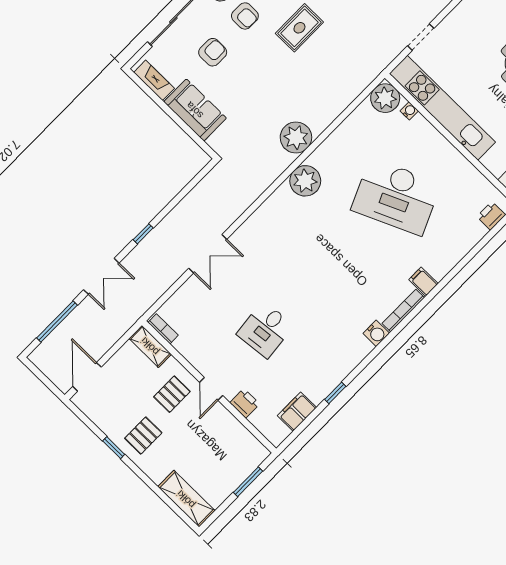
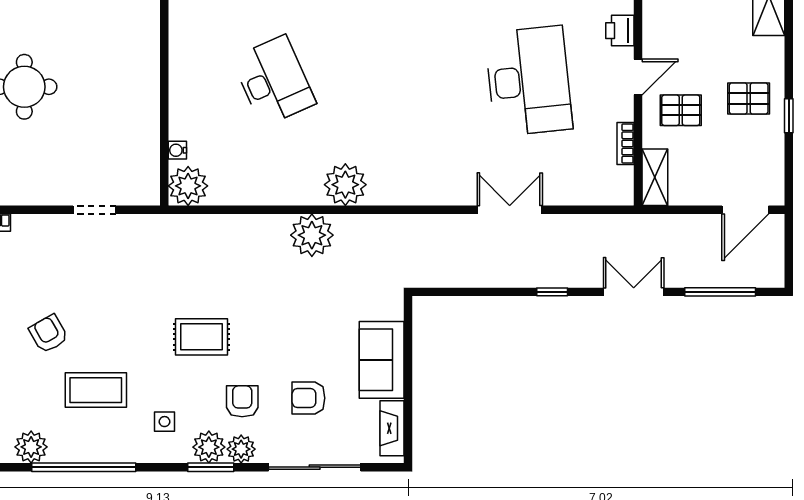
kitchen unit: (442, 108) -> (143, 121), removed
desk: (396, 197) -> (274, 81), width x0.73, depth x0.77
bookcase: (163, 329) -> (626, 143), moved
desk: (265, 330) -> (529, 81), width x1.87, depth x1.30

